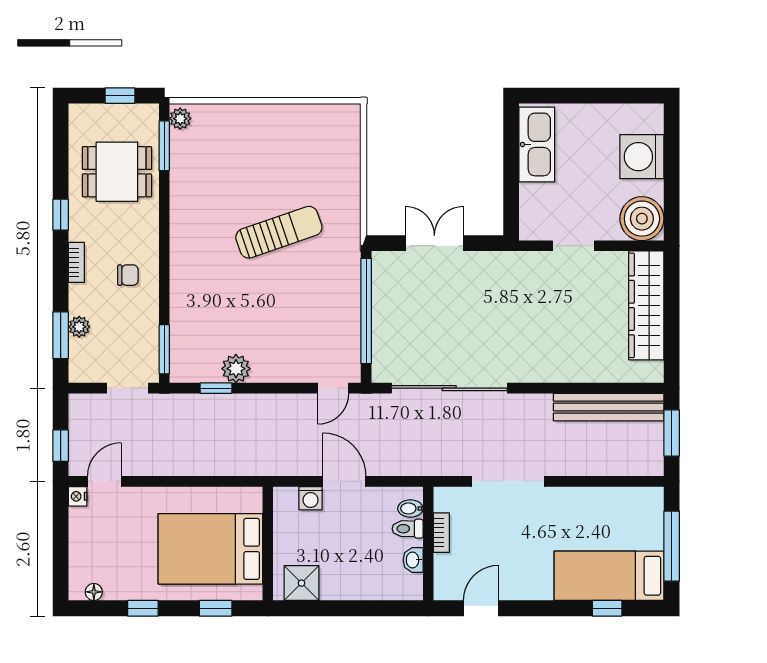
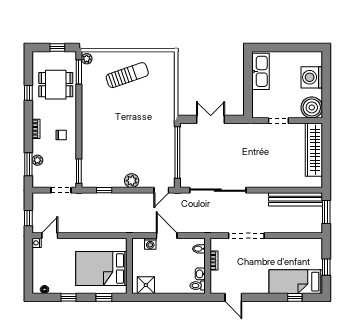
window: (61, 215) -> (28, 93), moved
sun lounger: (279, 232) -> (127, 75), moved
plant: (236, 369) -> (132, 181), moved
toilet: (408, 529) -> (198, 286), moved
window: (672, 546) -> (326, 267), width x0.46
door: (481, 608) -> (233, 297), swing flipped

